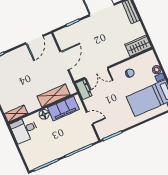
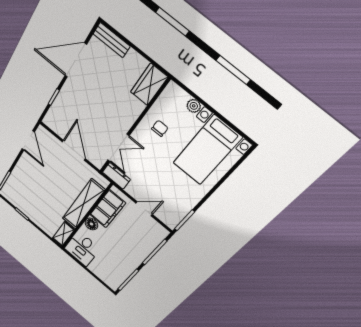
shelving: (54, 96) -> (83, 204), width x1.47

